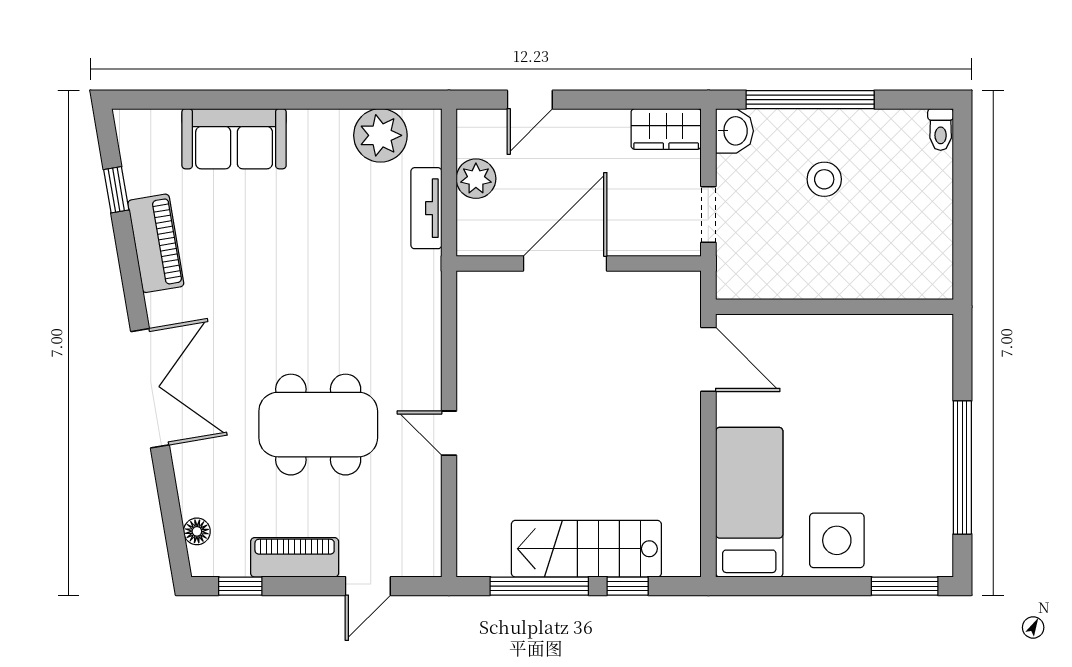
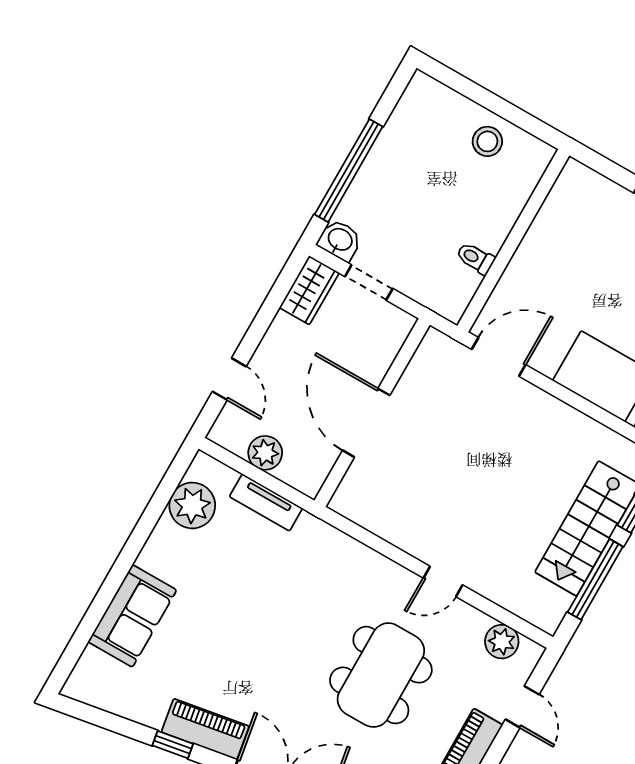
toilet: (941, 130) -> (475, 258), moved, turned 180
stool: (824, 179) -> (487, 141), moved
window: (116, 190) -> (173, 745), moved
doorway: (708, 214) -> (369, 283), moved
piano: (156, 243) -> (205, 729), moved
plant: (422, 527) -> (502, 642), added

